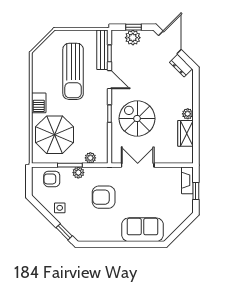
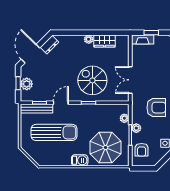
door: (170, 42) -> (31, 54), hinge flipped
spiral stairs: (137, 119) -> (92, 80), turned 90
armchair: (104, 197) -> (156, 108), turned -90

